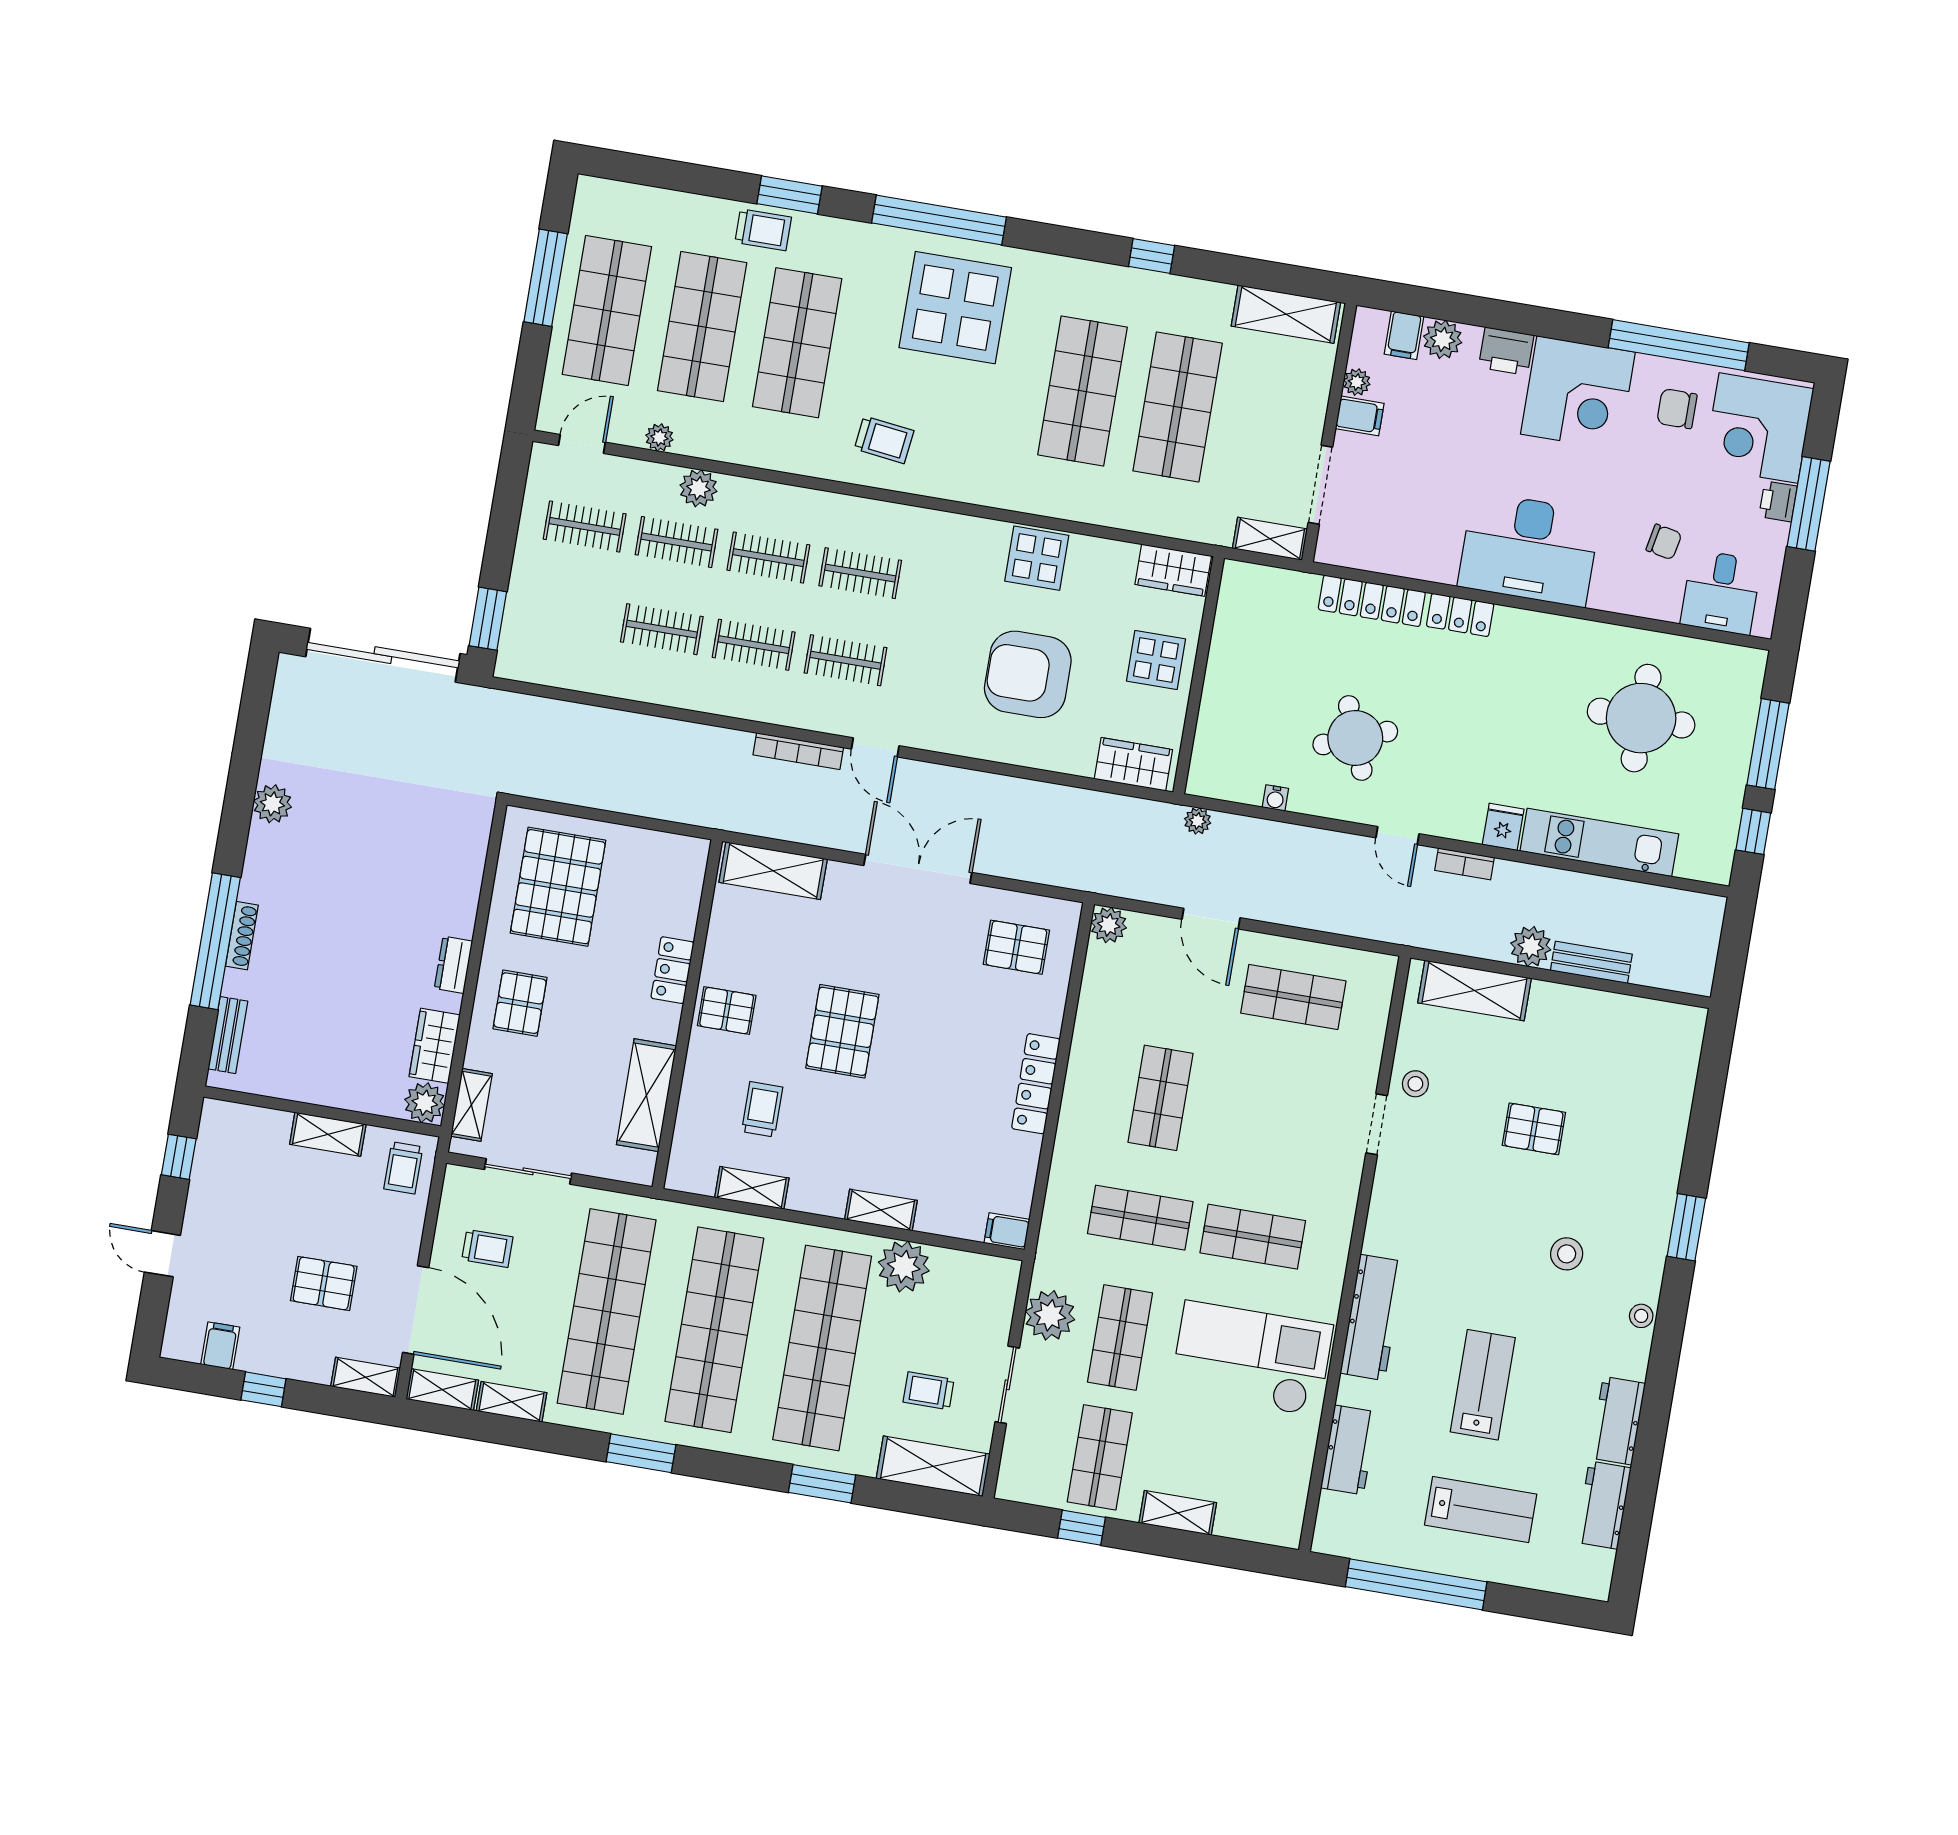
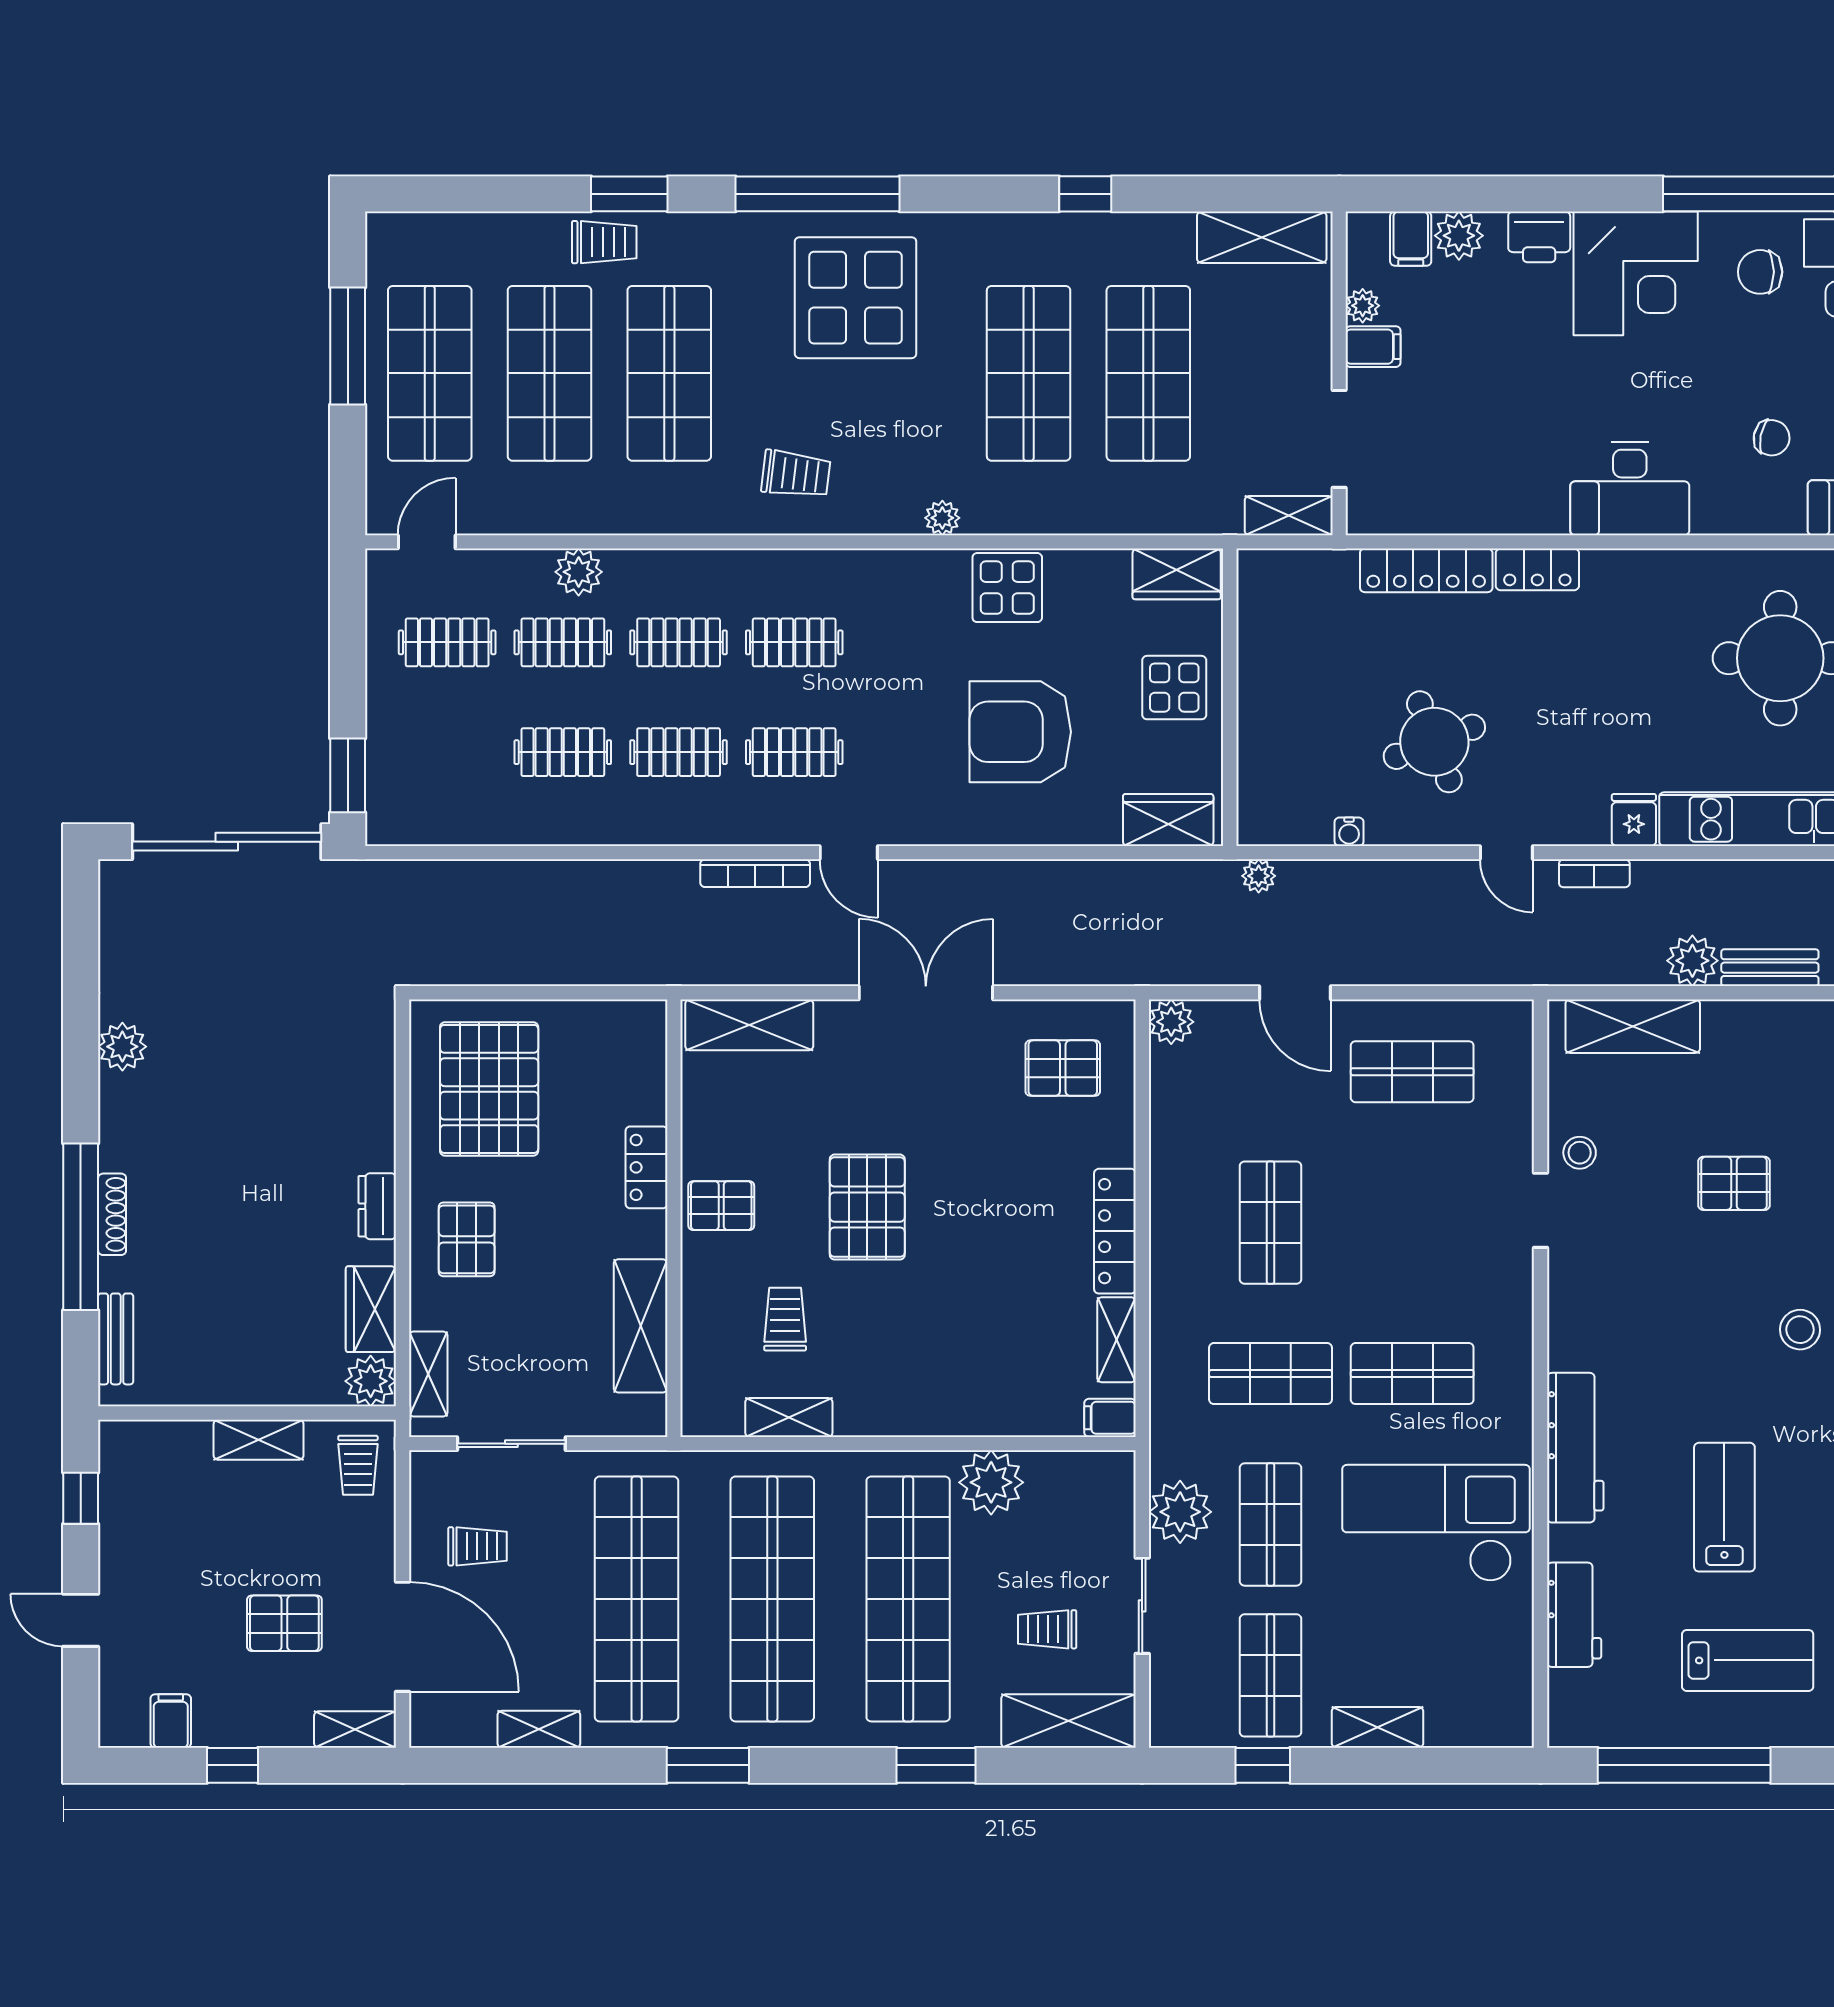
plant: (659, 437) -> (942, 518), moved
desk: (1529, 549) -> (1630, 489), width x0.73, depth x0.77
shelving: (881, 1210) -> (1116, 1340), moved, turned 90
shelving: (442, 1390) -> (452, 1729), removed

